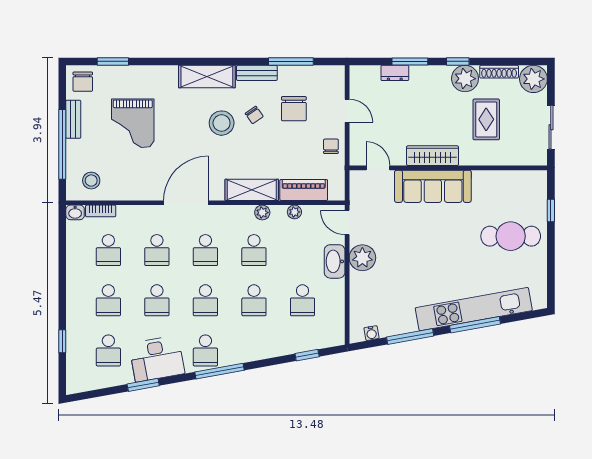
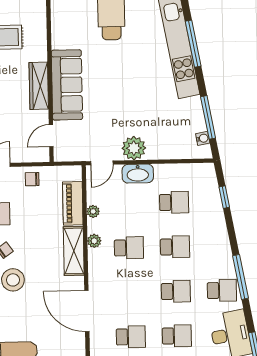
school desk: (205, 250) -> (130, 292), removed
window: (410, 336) -> (208, 117), moved

